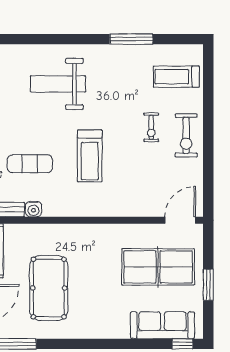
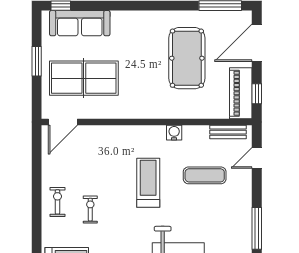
exercise bike: (186, 135) -> (57, 202), width x0.73, depth x0.72
water cooler: (34, 209) -> (174, 133), moved

